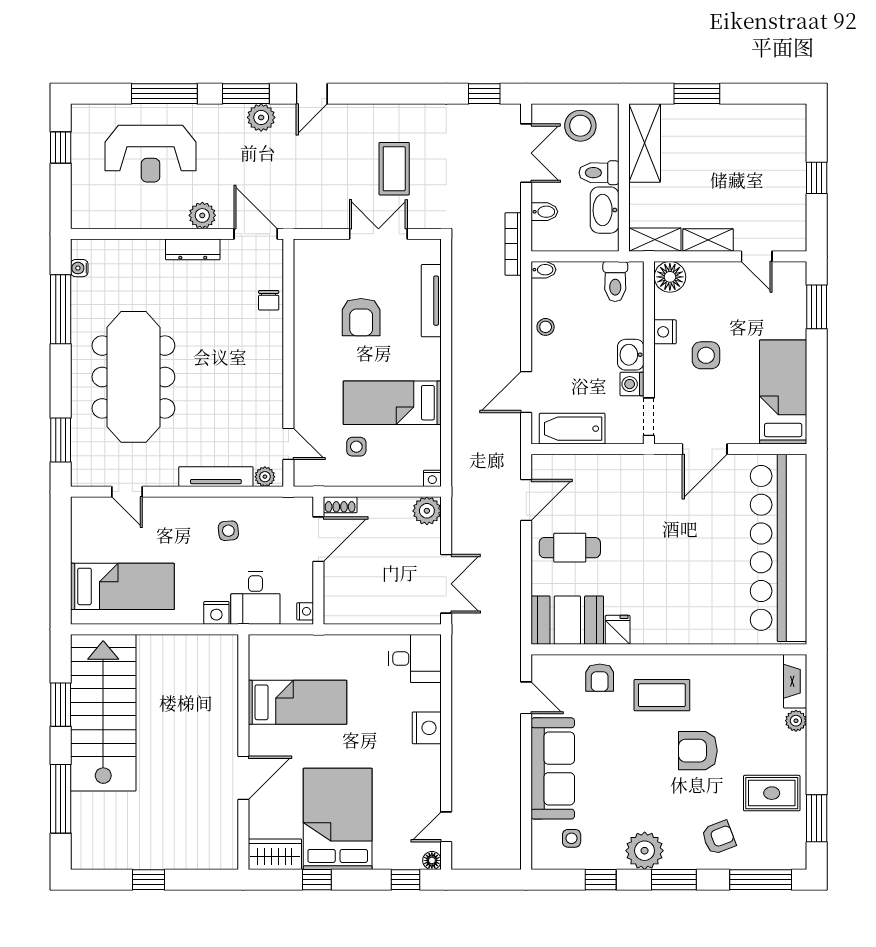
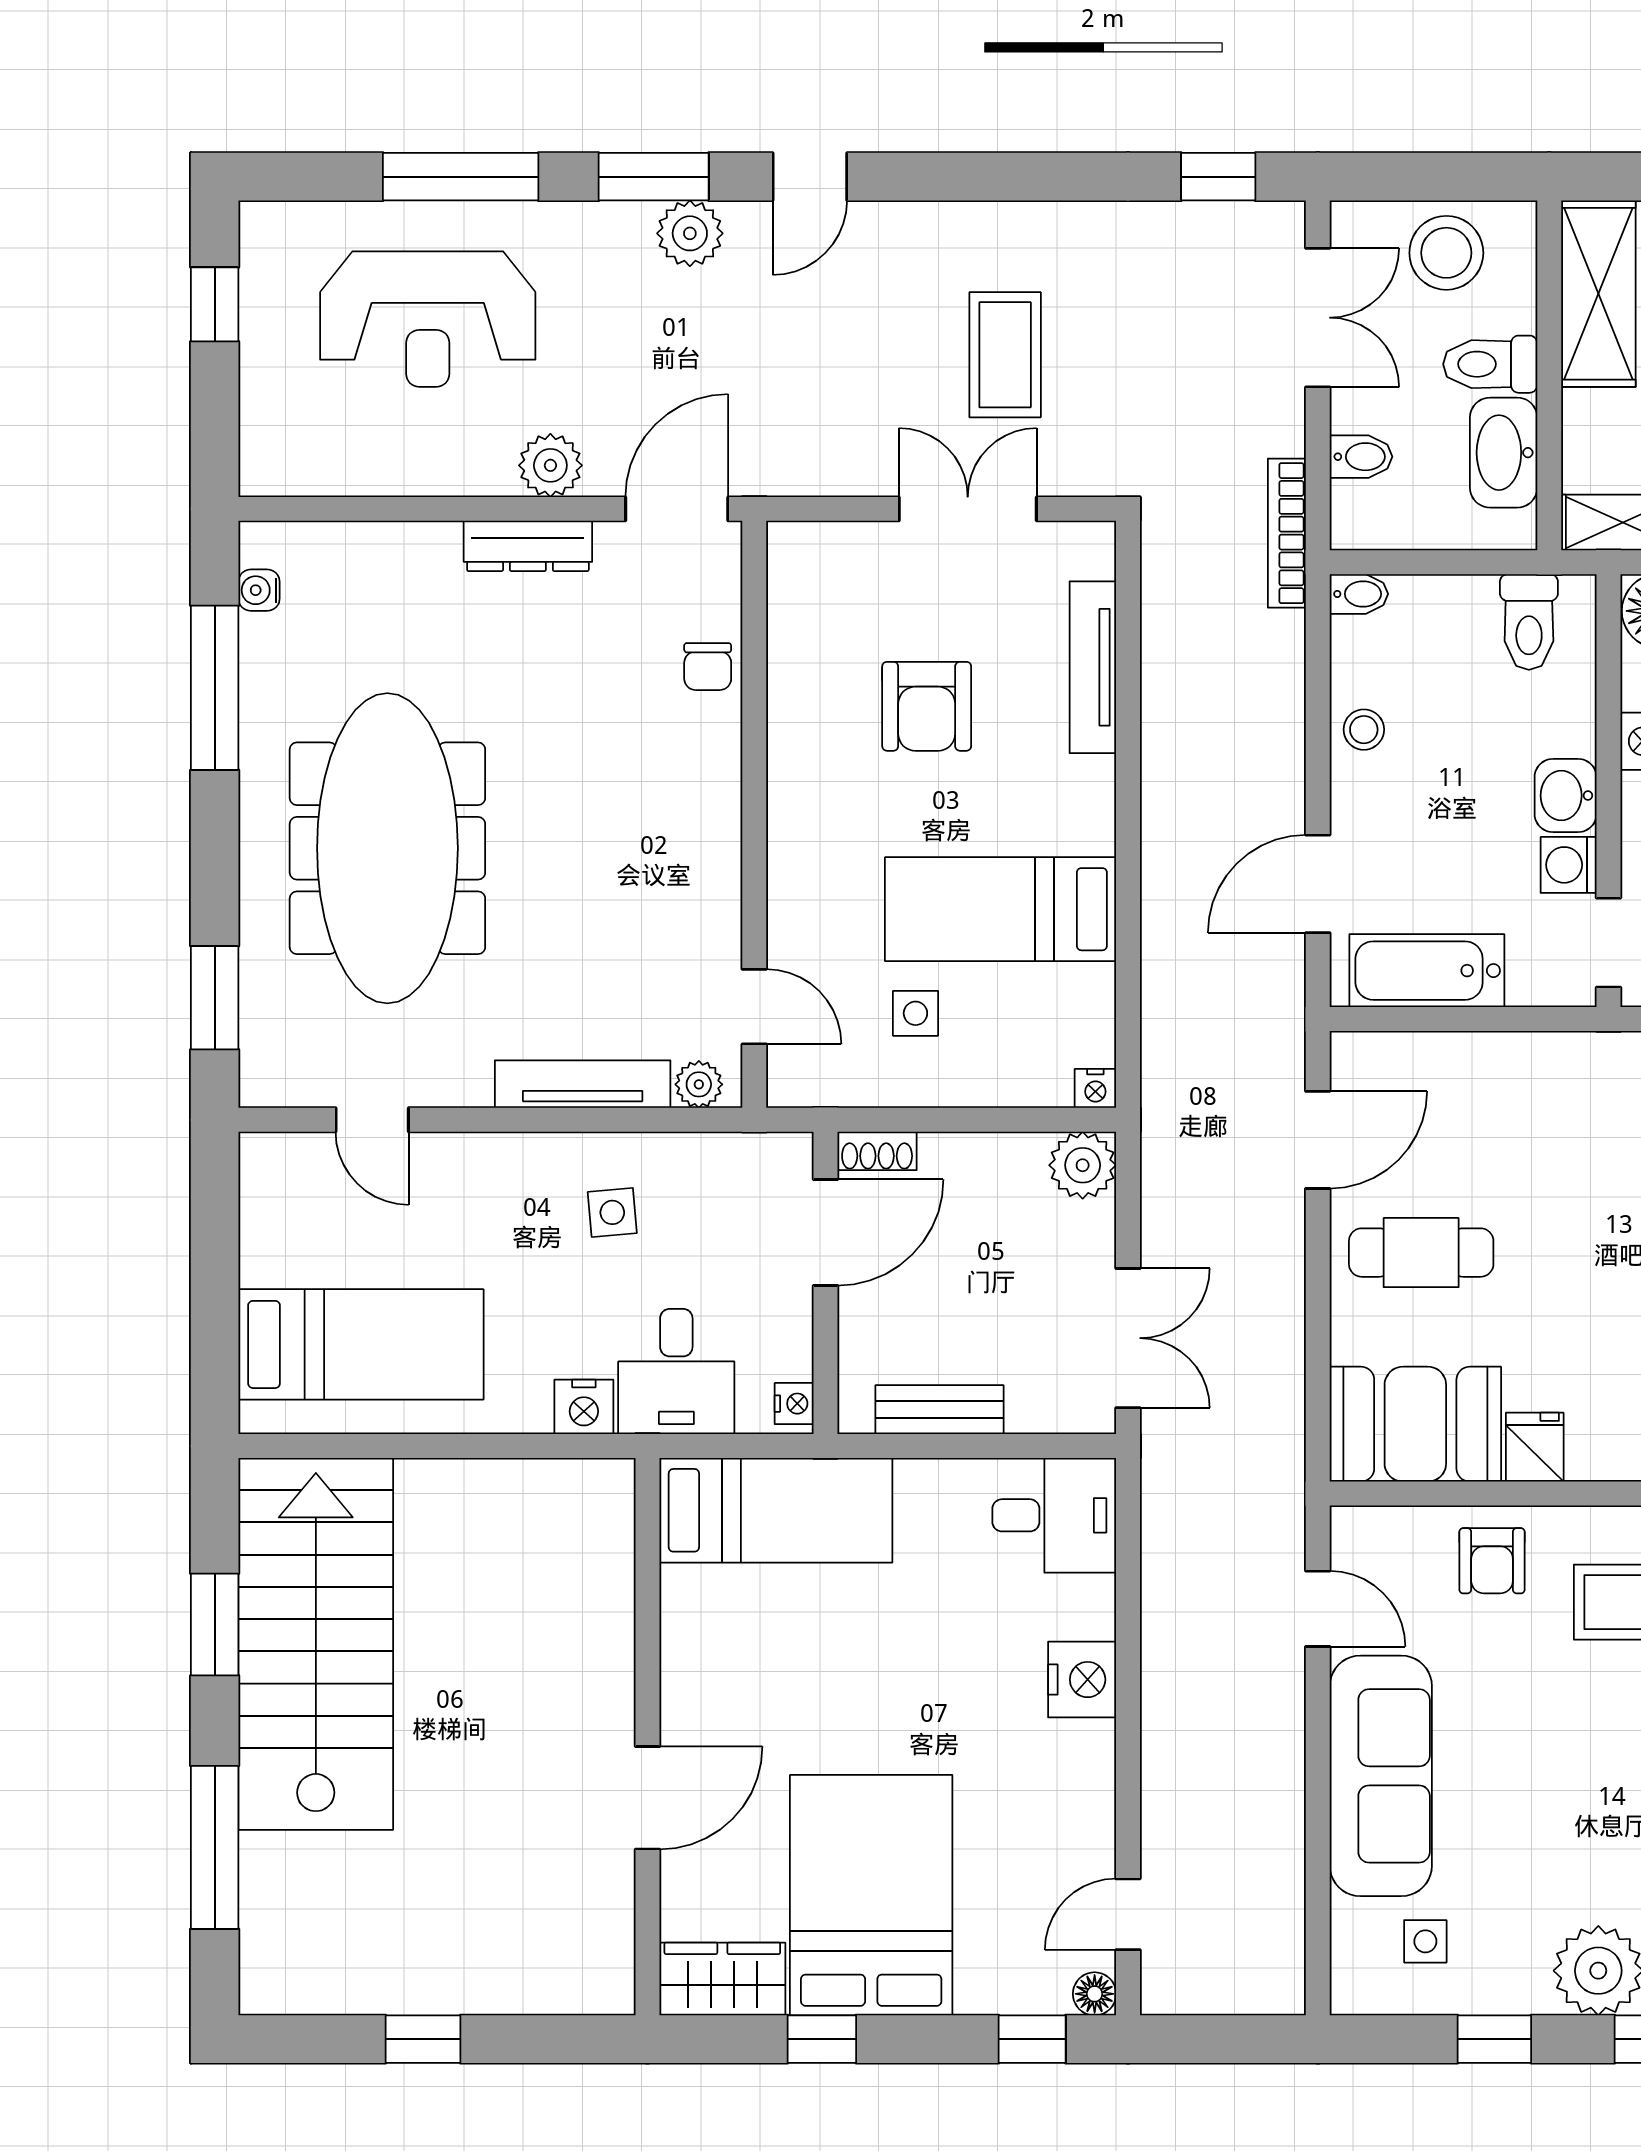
door: (256, 234) -> (677, 509), hinge flipped
bench: (366, 614) -> (939, 1410), added
bed: (297, 702) -> (776, 1510), moved

